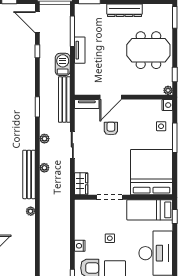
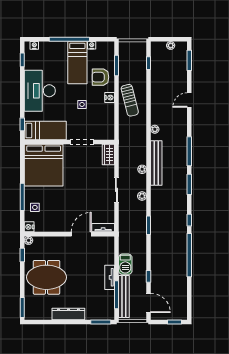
bench: (64, 99) -> (124, 296), moved
armchair: (111, 128) -> (81, 205), removed
sun lounger: (58, 243) -> (130, 100), added

